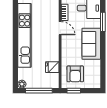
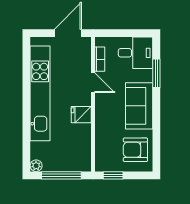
fridge: (52, 67) -> (81, 115), moved
armchair: (75, 74) -> (135, 150), moved, turned 90

